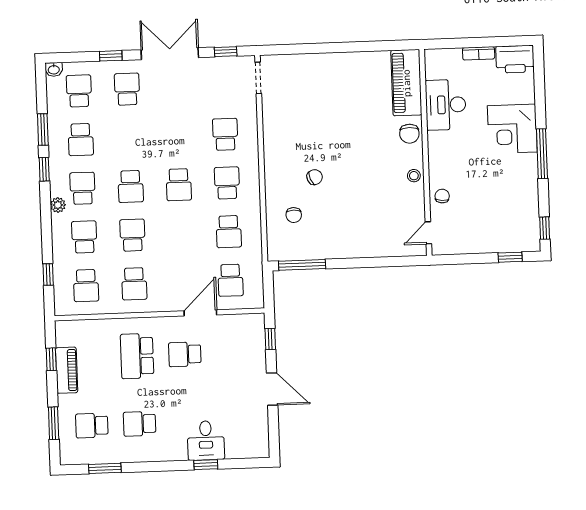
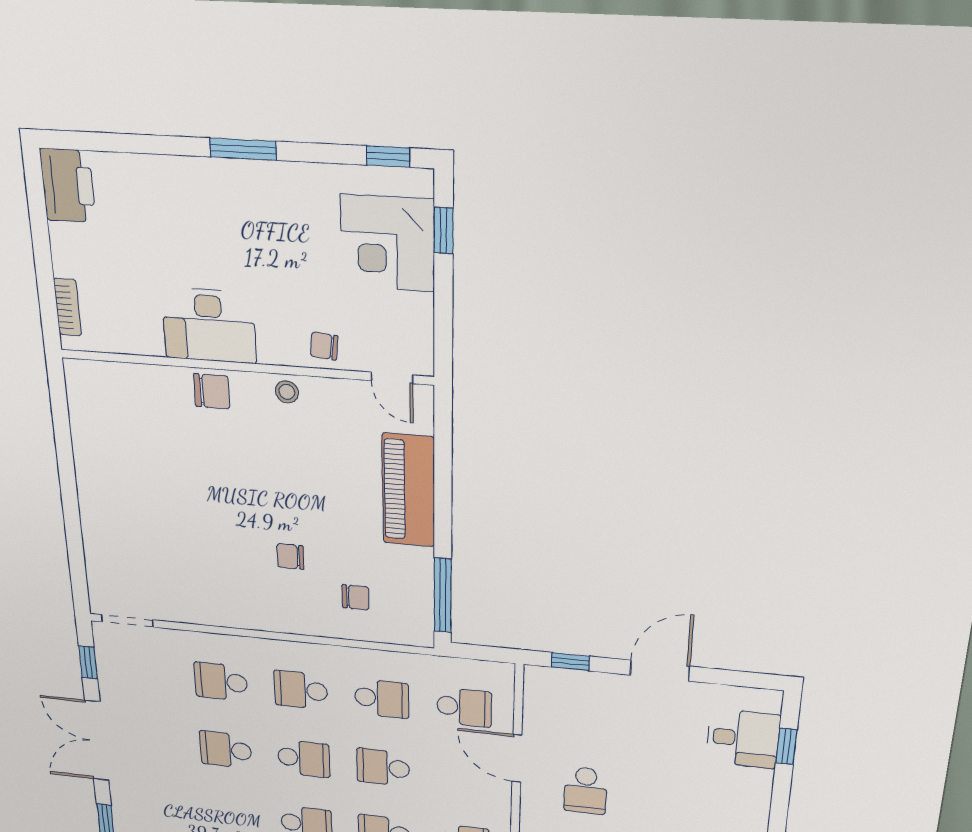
bookcase: (479, 53) -> (68, 307), moved
piano: (406, 83) -> (409, 490), moved, turned 90
school desk: (127, 89) -> (226, 750), moved
desk: (446, 105) -> (209, 325), moved
corner desk: (512, 129) -> (388, 243), moved, turned 90
window: (542, 154) -> (243, 149), width x0.69
chair: (315, 177) -> (290, 556), turned -67
school desk: (181, 233) -> (383, 767), added
desk: (206, 440) -> (743, 739), moved
window: (206, 465) -> (786, 746), moved

